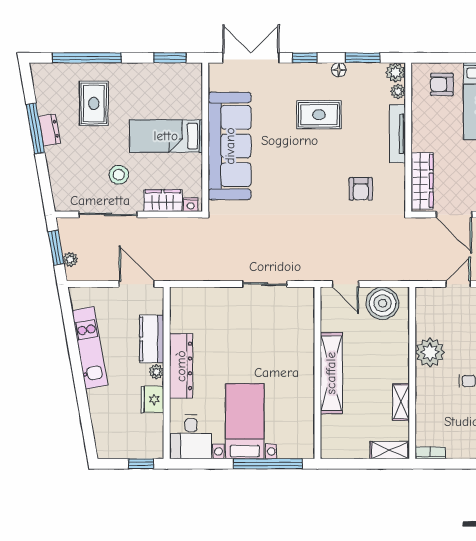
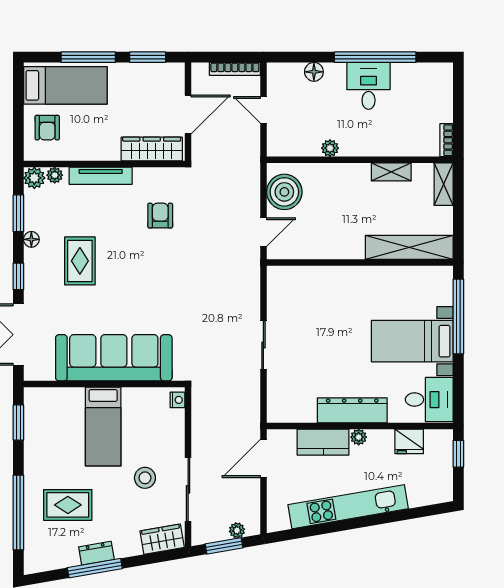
armchair: (361, 189) -> (160, 216), turned -90
wardrobe: (163, 201) -> (162, 539), moved, turned 80
sliding door: (265, 284) -> (263, 345), moved
kitchen unit: (90, 348) -> (348, 507), width x1.36
plant: (430, 352) -> (330, 148), width x0.53, depth x0.53
shelving: (331, 373) -> (409, 247), moved
fridge: (152, 399) -> (409, 441), moved

